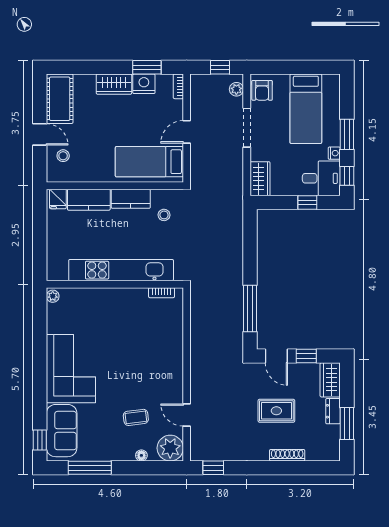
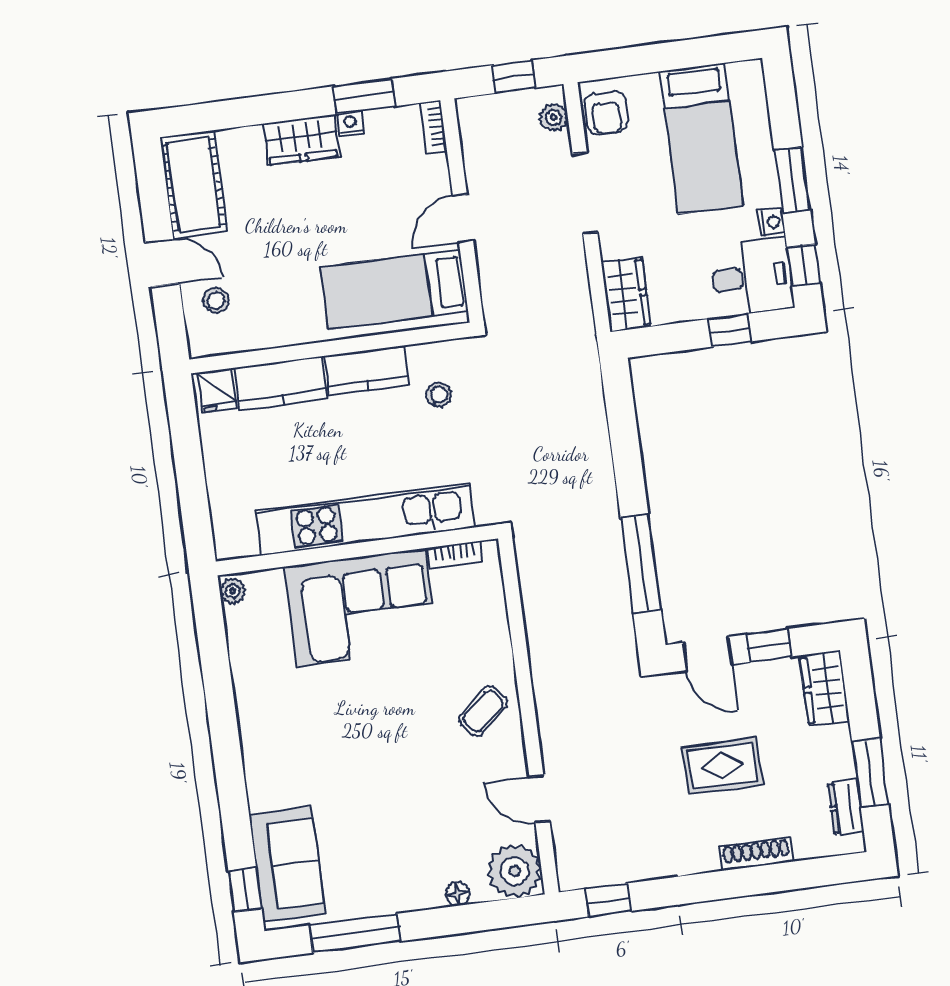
nightstand: (144, 84) -> (351, 124), width x0.53, depth x0.56
corner sofa: (71, 369) -> (361, 607), moved, turned 90
dresser: (333, 411) -> (846, 807), moved
coffee table: (136, 417) -> (483, 711), moved, turned -34

